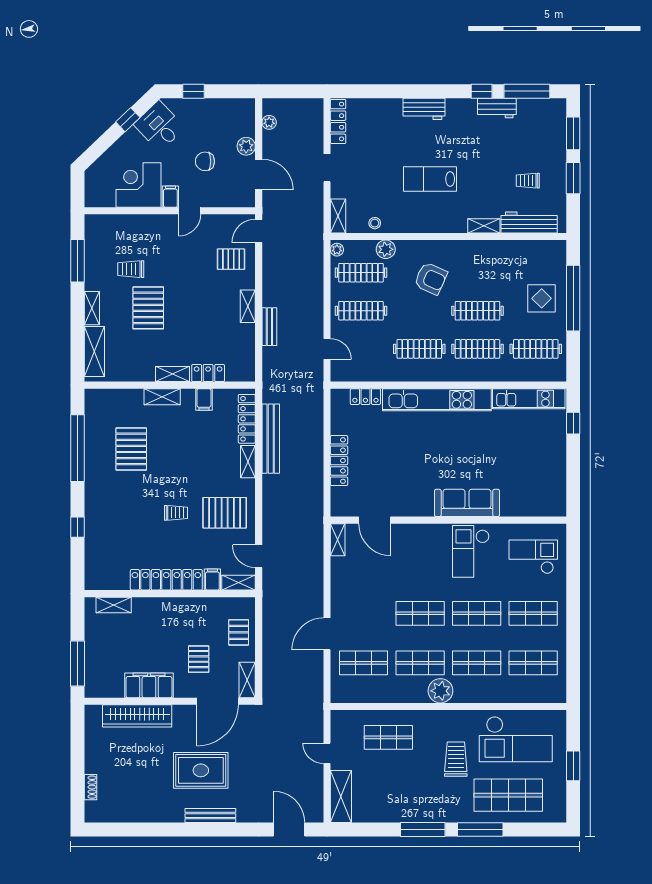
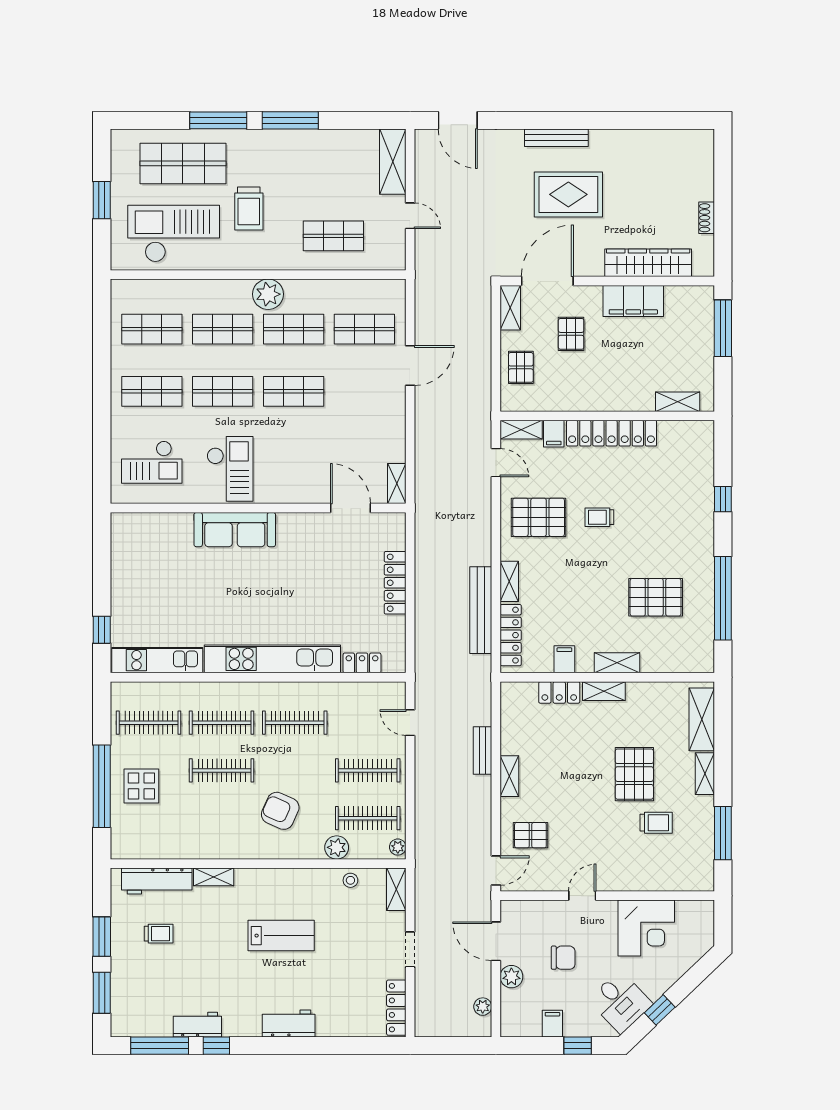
filing cabinet: (170, 197) -> (552, 1024), moved, turned 180
pallet: (131, 449) -> (656, 597), turned 90
shoe rack: (90, 787) -> (707, 218), moved

